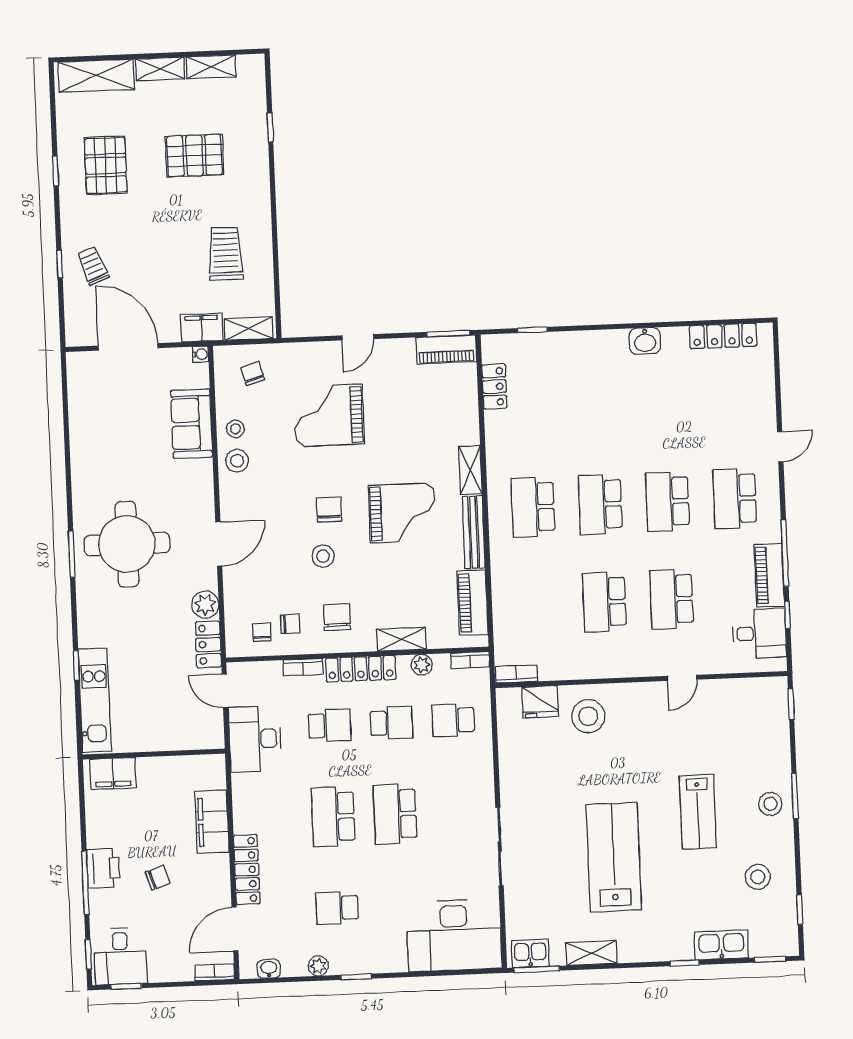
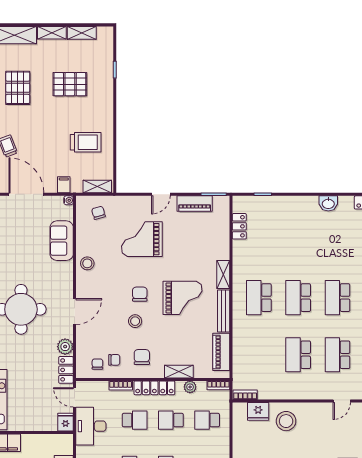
trolley: (226, 254) -> (86, 142), turned 90
filing cabinet: (202, 327) -> (64, 185), width x0.50
piano: (446, 349) -> (195, 204), moved
stool: (235, 429) -> (87, 245), removed
school desk: (391, 723) -> (171, 420), turned 180
fridge: (211, 734) -> (66, 422), added

